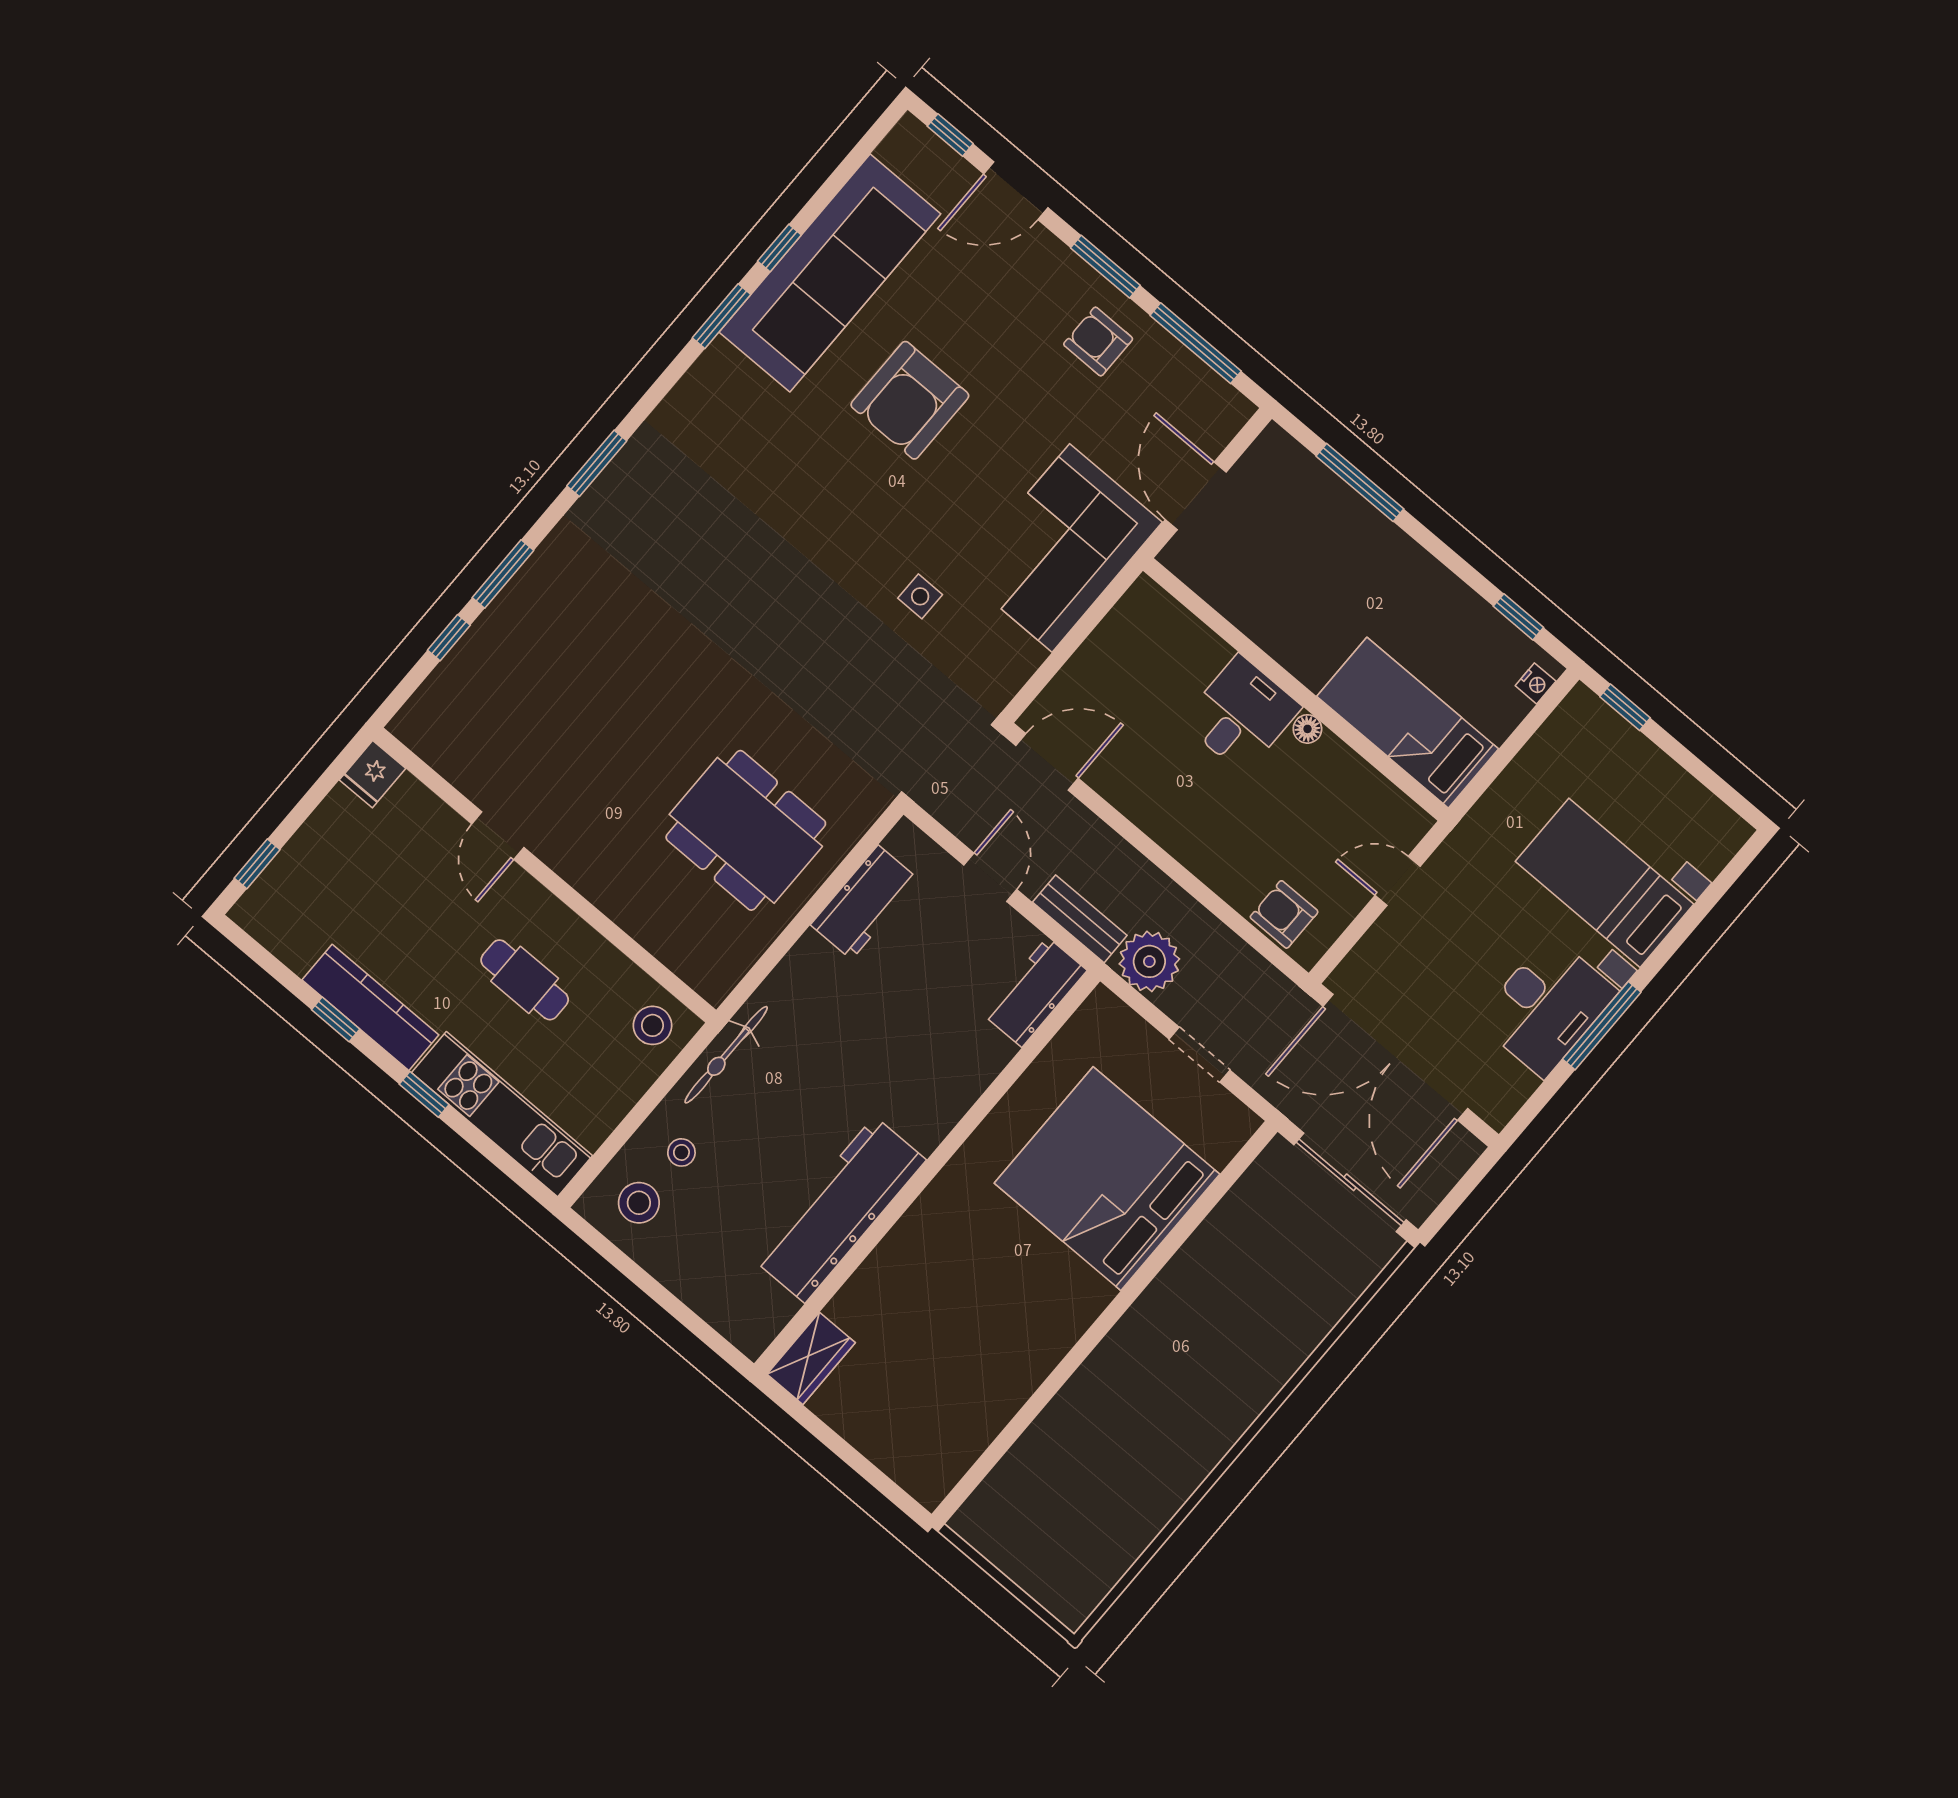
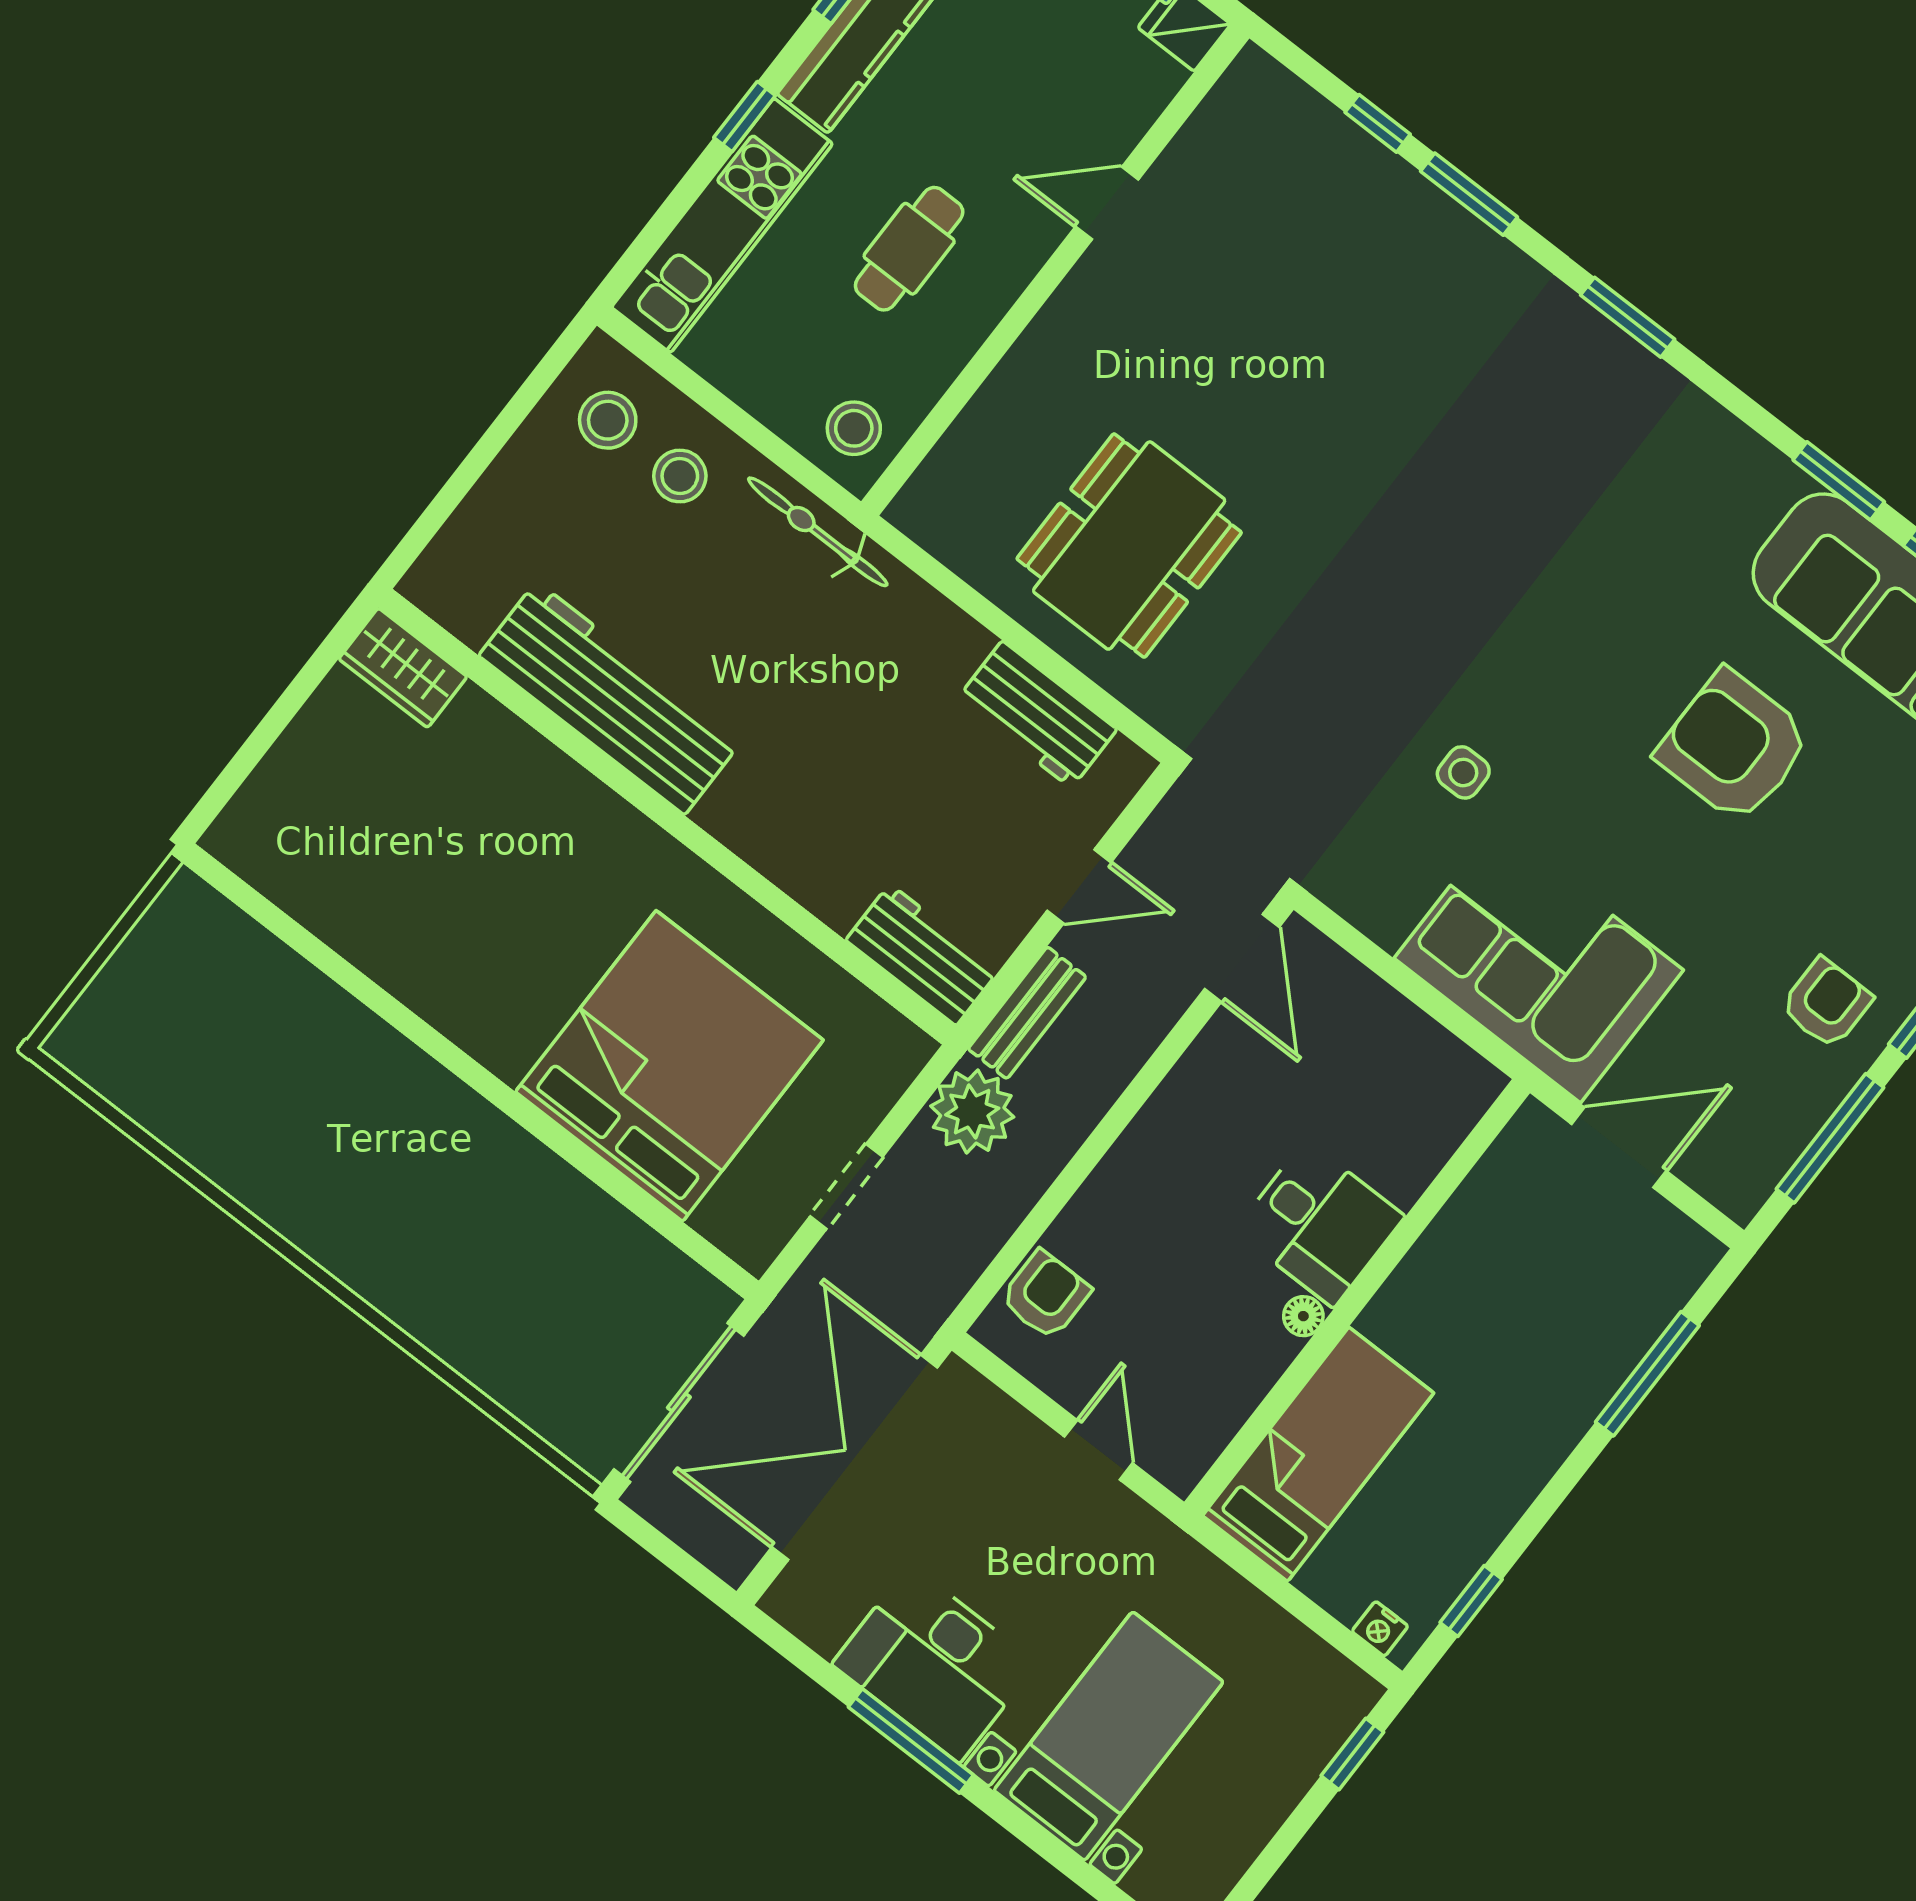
stool: (681, 1152) -> (680, 476), width x1.37, depth x1.37

